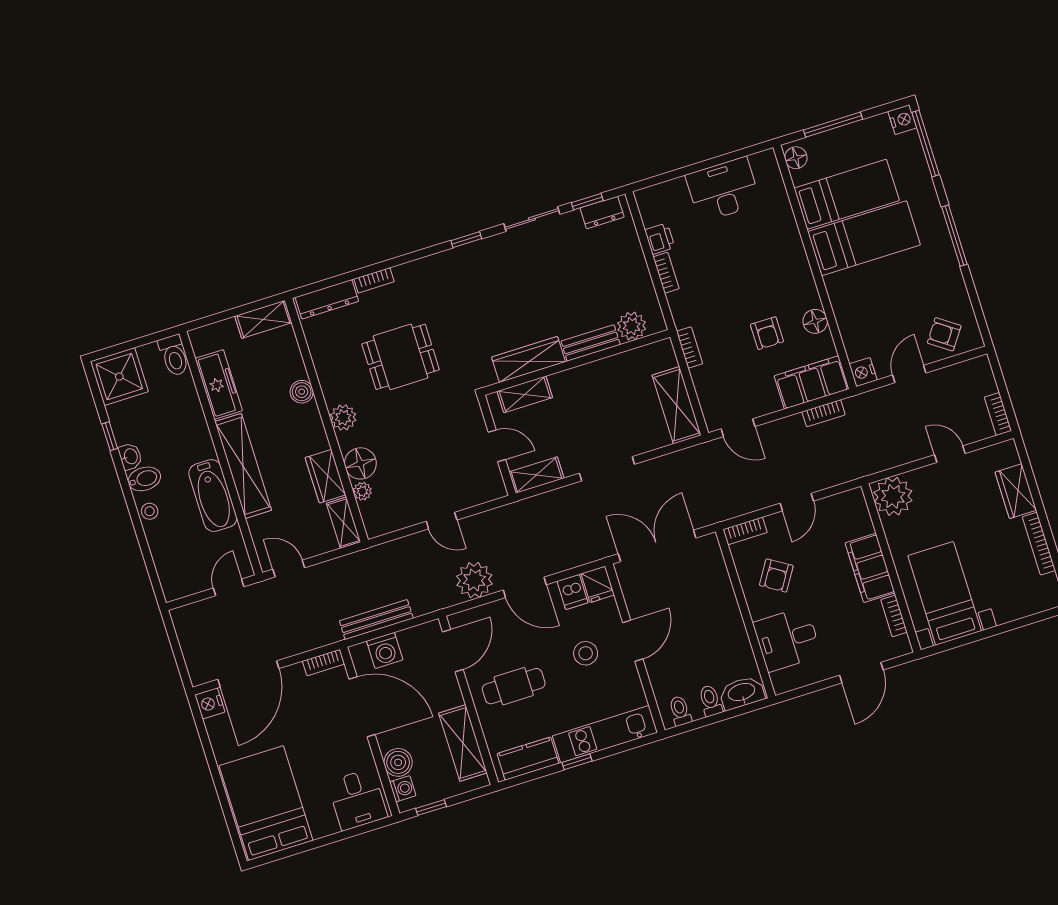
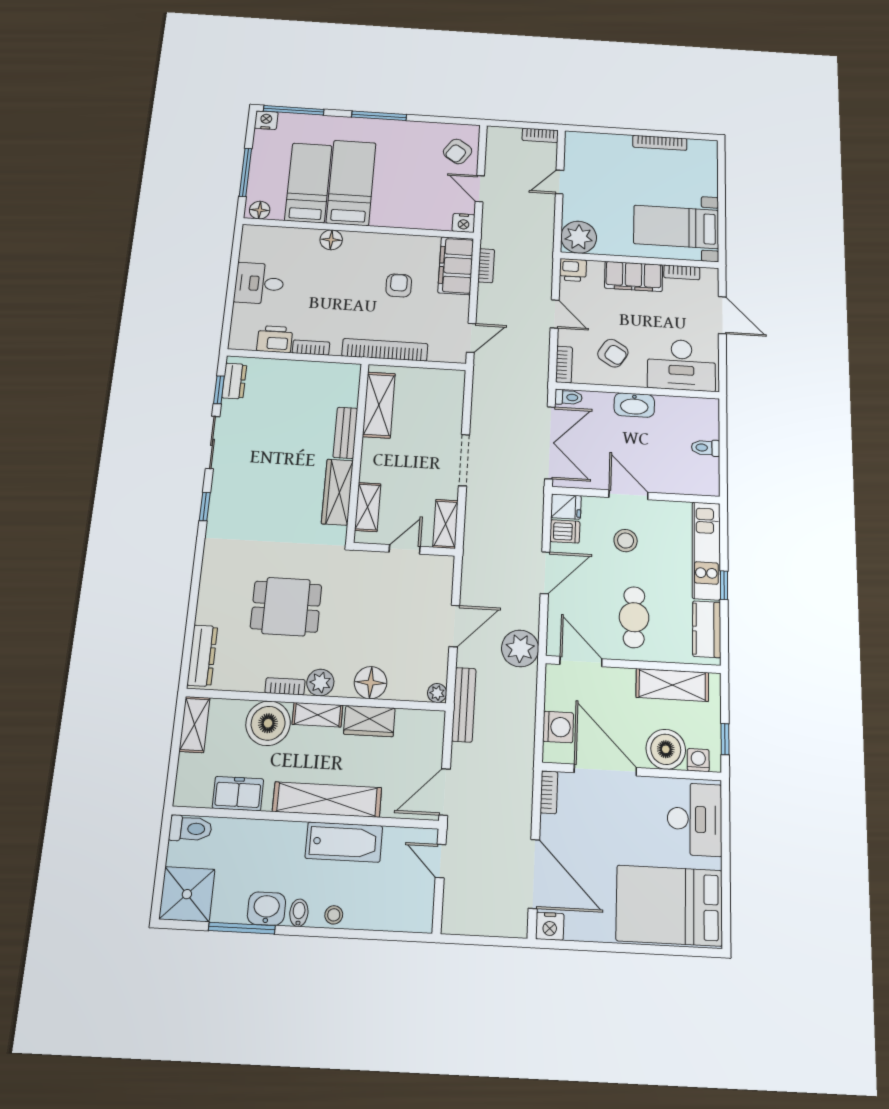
desk: (723, 190) -> (259, 283), width x0.73
printer: (660, 239) -> (275, 339), width x1.36, depth x1.24
bookcase: (374, 280) -> (285, 686), moved, turned -90
floor lamp: (815, 321) -> (331, 240), moved
plant: (632, 326) -> (345, 393), removed
armchair: (767, 333) -> (399, 285), turned -90
bookcase: (690, 347) -> (385, 350), width x2.31, depth x1.31
dining table: (401, 357) -> (286, 607), turned 90
freezer: (219, 385) -> (238, 794), width x0.71
boiler: (302, 392) -> (268, 723), width x1.86, depth x1.86
shelving: (677, 405) -> (379, 405), moved, turned 90
window: (110, 436) -> (242, 928), width x2.17
washbasin: (130, 456) -> (266, 909), width x1.38, depth x1.45
bidet: (144, 479) -> (299, 913), width x0.72, depth x0.74
plant: (362, 491) -> (437, 693), moved
wardrobe: (1016, 491) -> (610, 144), removed
printer: (853, 503) -> (573, 270), added
door: (442, 521) -> (454, 626), width x1.38
shelving: (343, 523) -> (318, 715), moved
double door: (657, 546) -> (550, 443), swing flipped
door: (289, 568) -> (445, 792), width x1.38
plant: (474, 580) -> (520, 648), moved
bench: (376, 620) -> (464, 705), moved
desk: (787, 639) -> (681, 365), width x1.37
washbasin: (742, 693) -> (634, 405), moved, turned -90
door: (362, 707) -> (605, 770), hinge flipped
toilet: (680, 711) -> (568, 397), moved, turned 180
boiler: (398, 762) -> (666, 749), width x1.37, depth x1.37
desk: (357, 799) -> (695, 819), width x1.37

